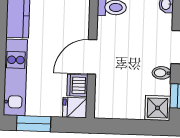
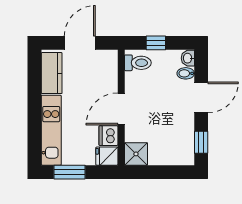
bidet: (162, 73) -> (186, 73), moved
shower: (158, 108) -> (136, 154), moved

